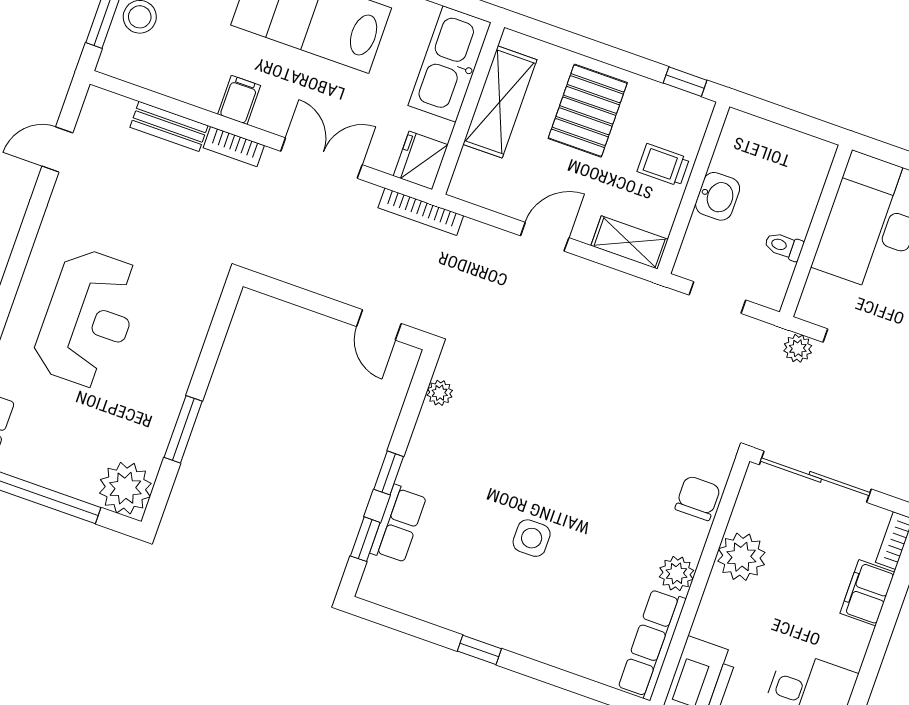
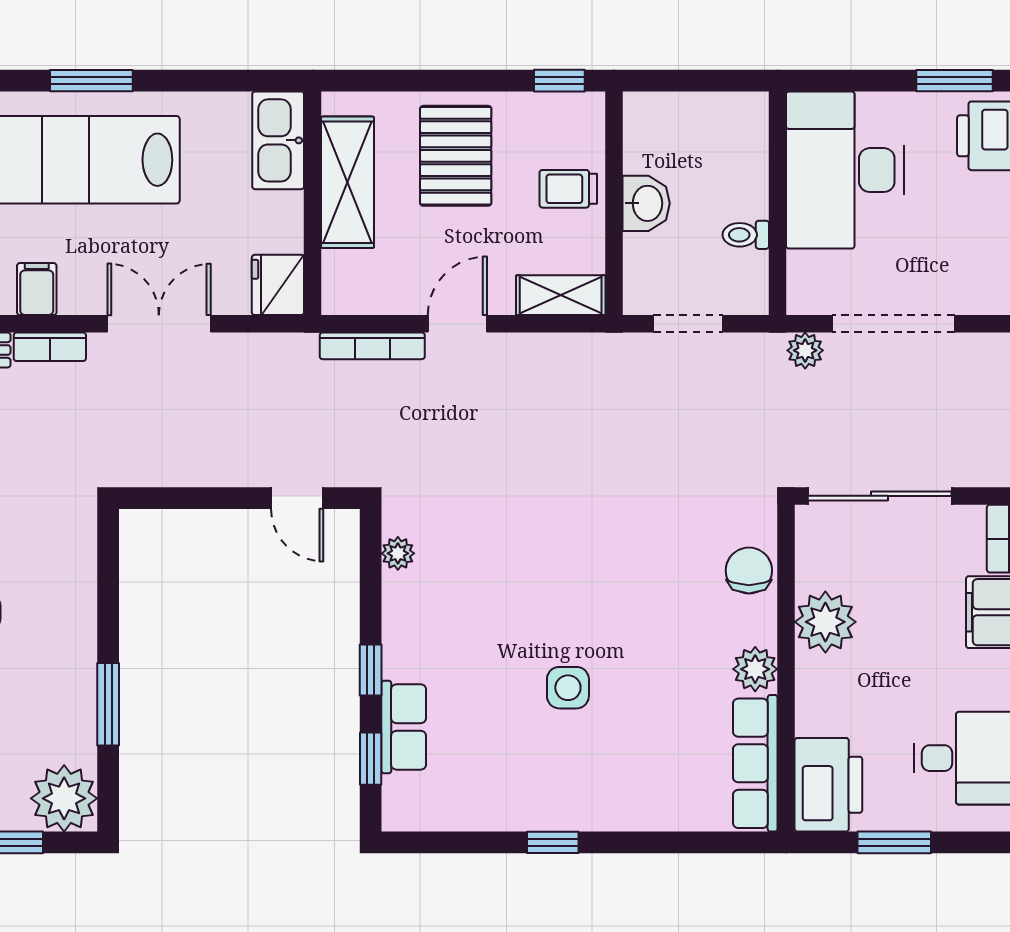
kitchen sink: (450, 64) -> (278, 140), width x0.73, depth x0.81
bookcase: (421, 212) -> (372, 346), moved

